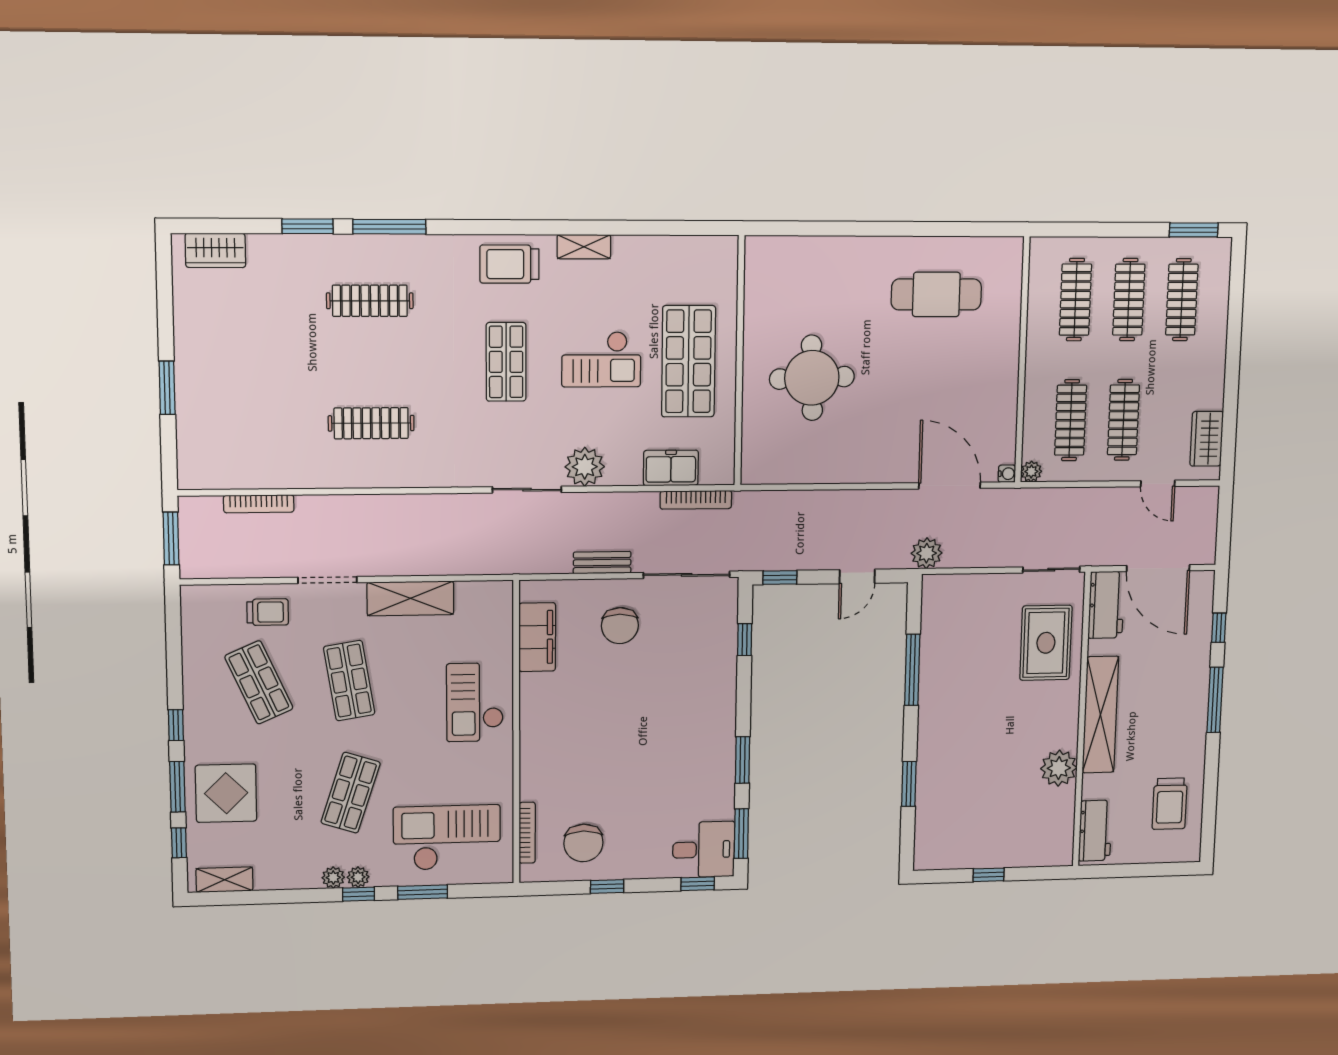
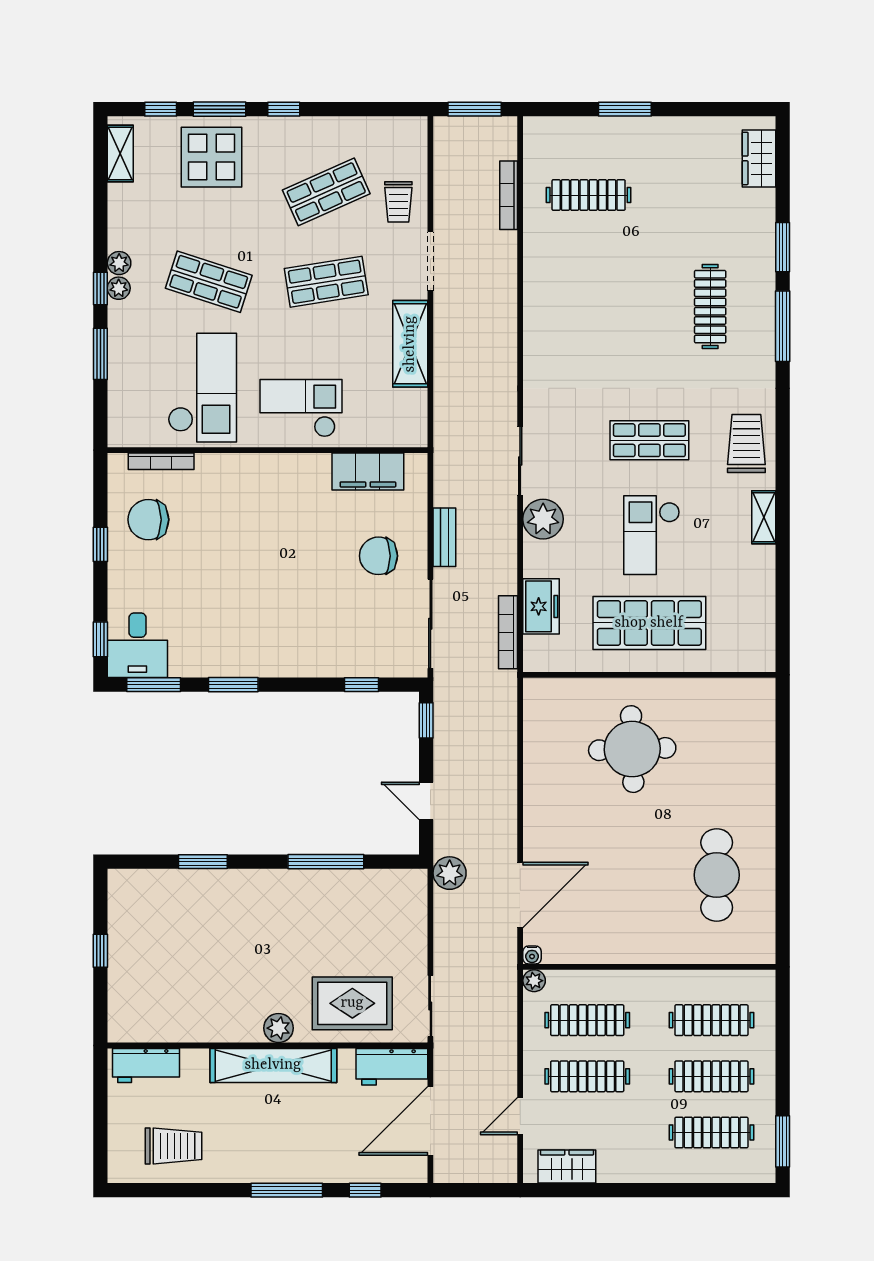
clothes rail: (371, 423) -> (589, 195), moved, turned 90
plant: (1059, 768) -> (279, 1028), moved, width x0.73, depth x0.73
trolley: (1170, 804) -> (174, 1146), turned 180
checkout: (447, 838) -> (202, 388), moved

